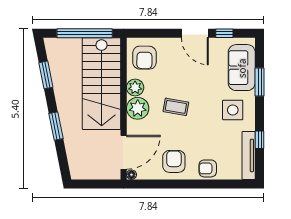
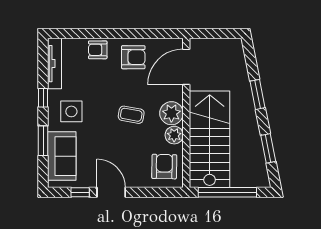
window: (260, 140) -> (43, 98), moved
armchair: (174, 161) -> (133, 57), turned -90
armchair: (208, 168) -> (98, 50), turned 180
floor lamp: (131, 175) -> (178, 43), removed

